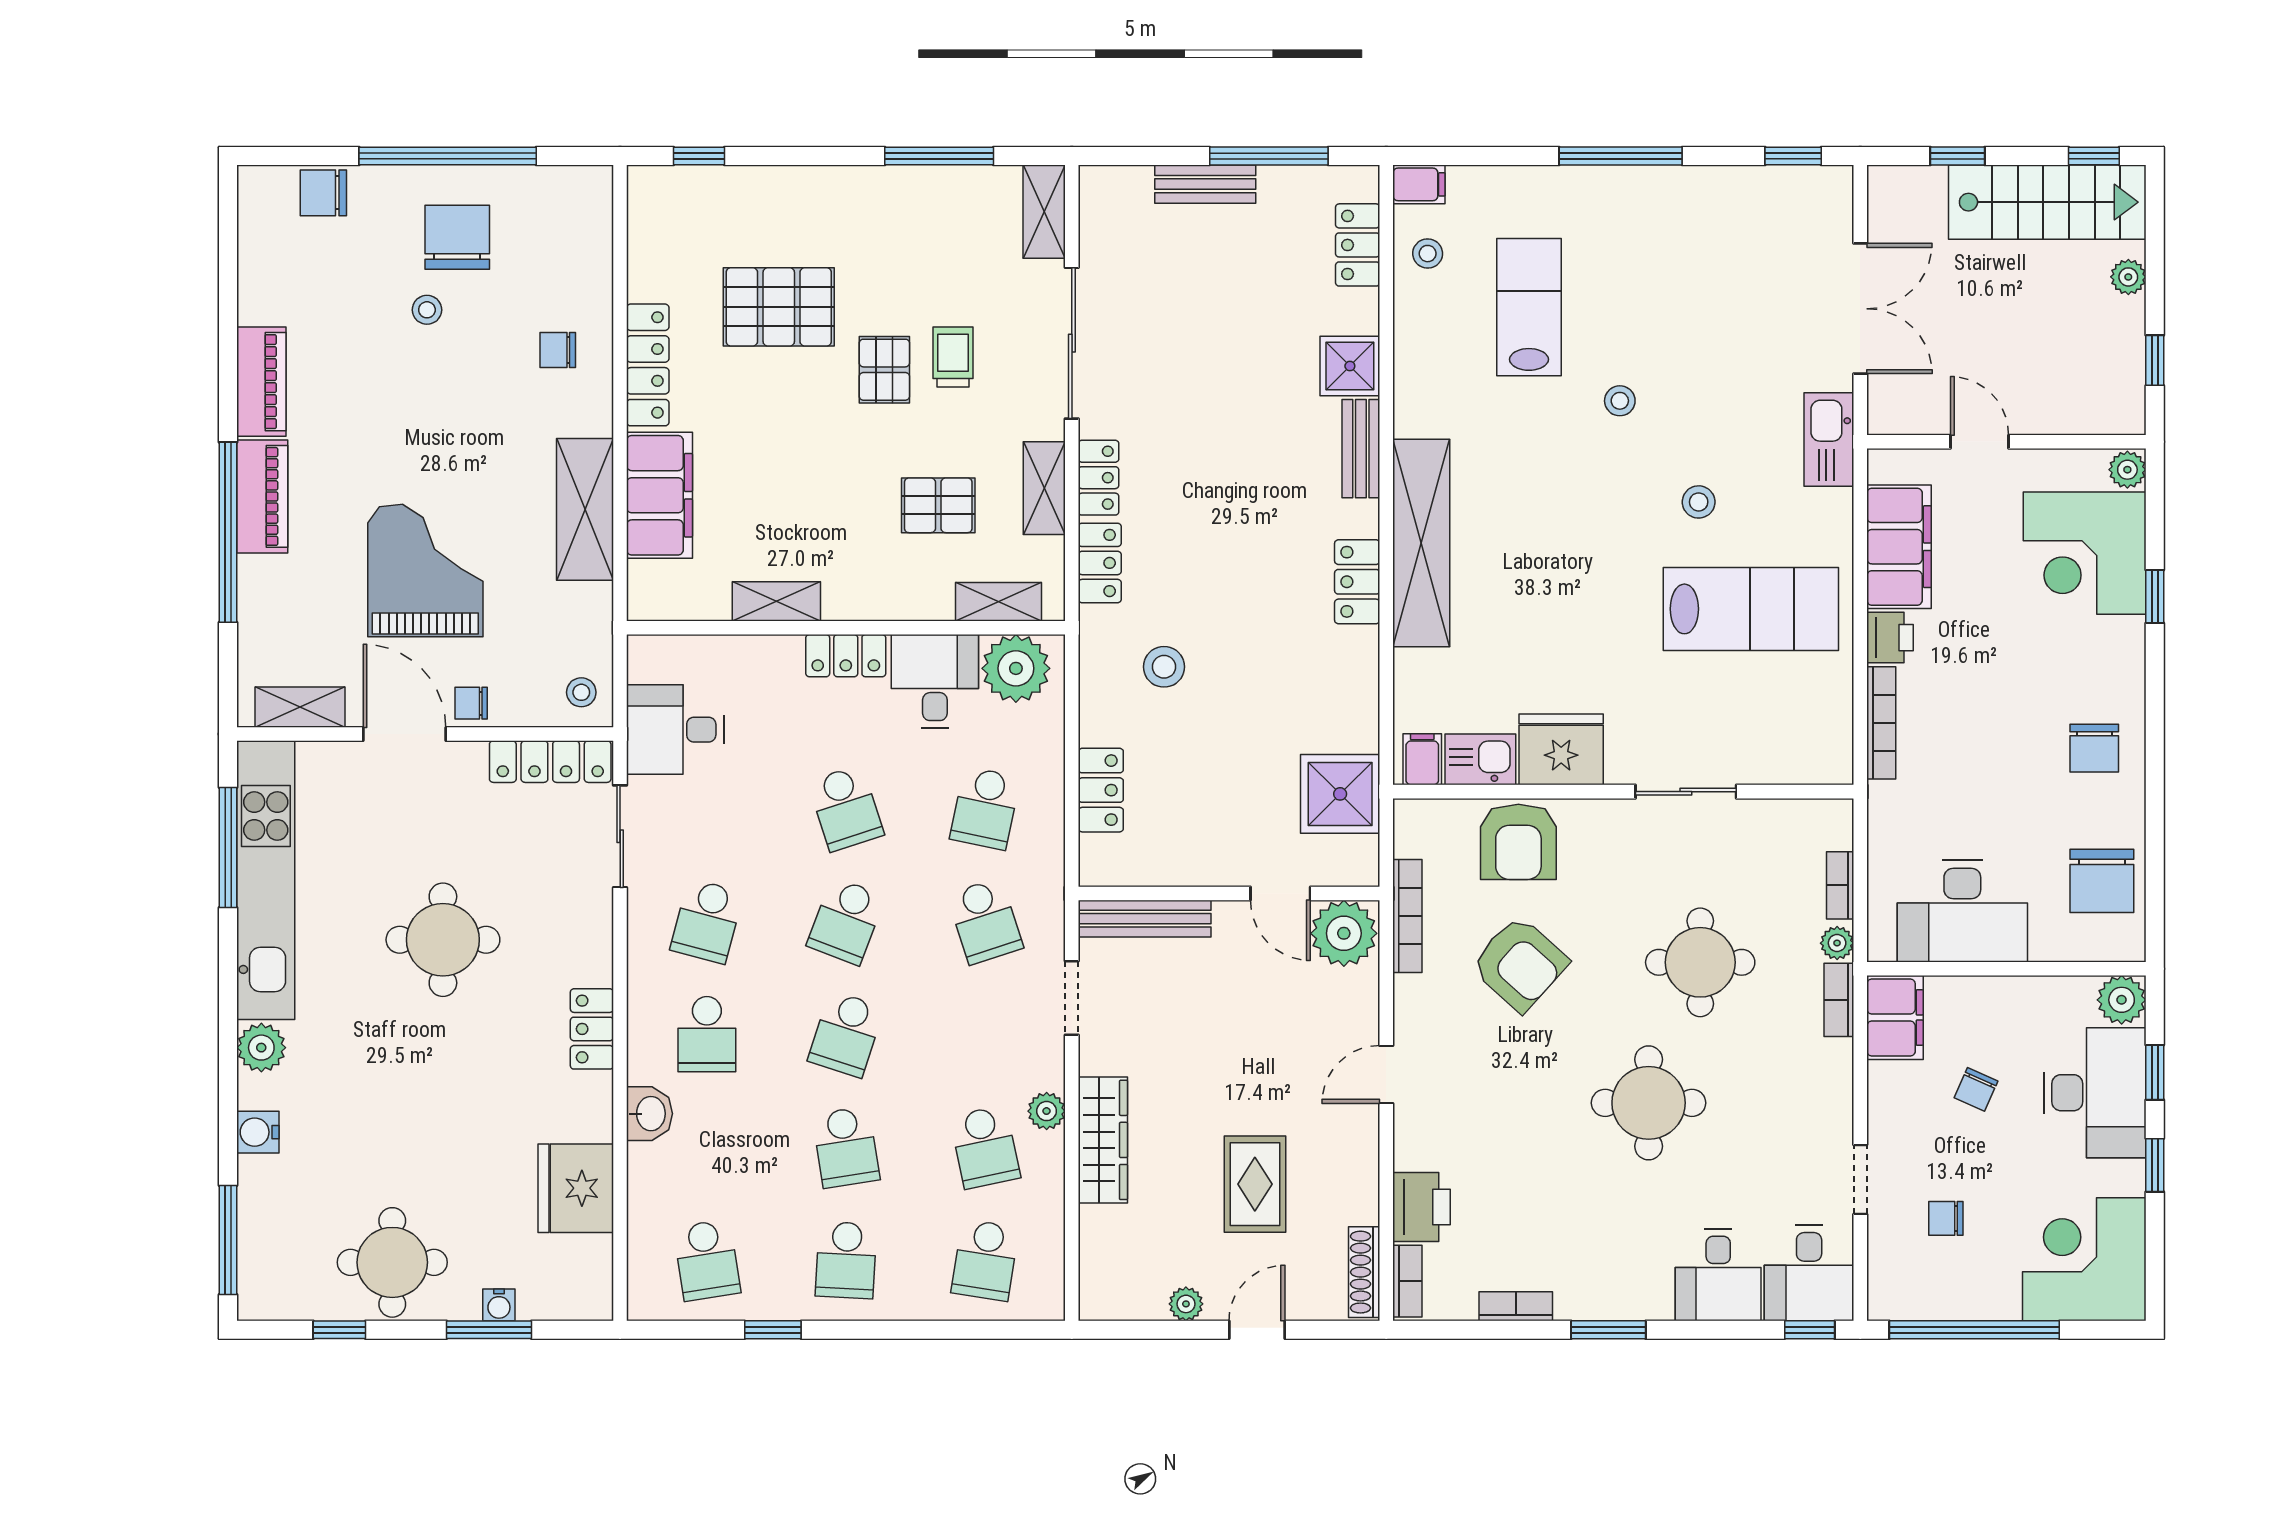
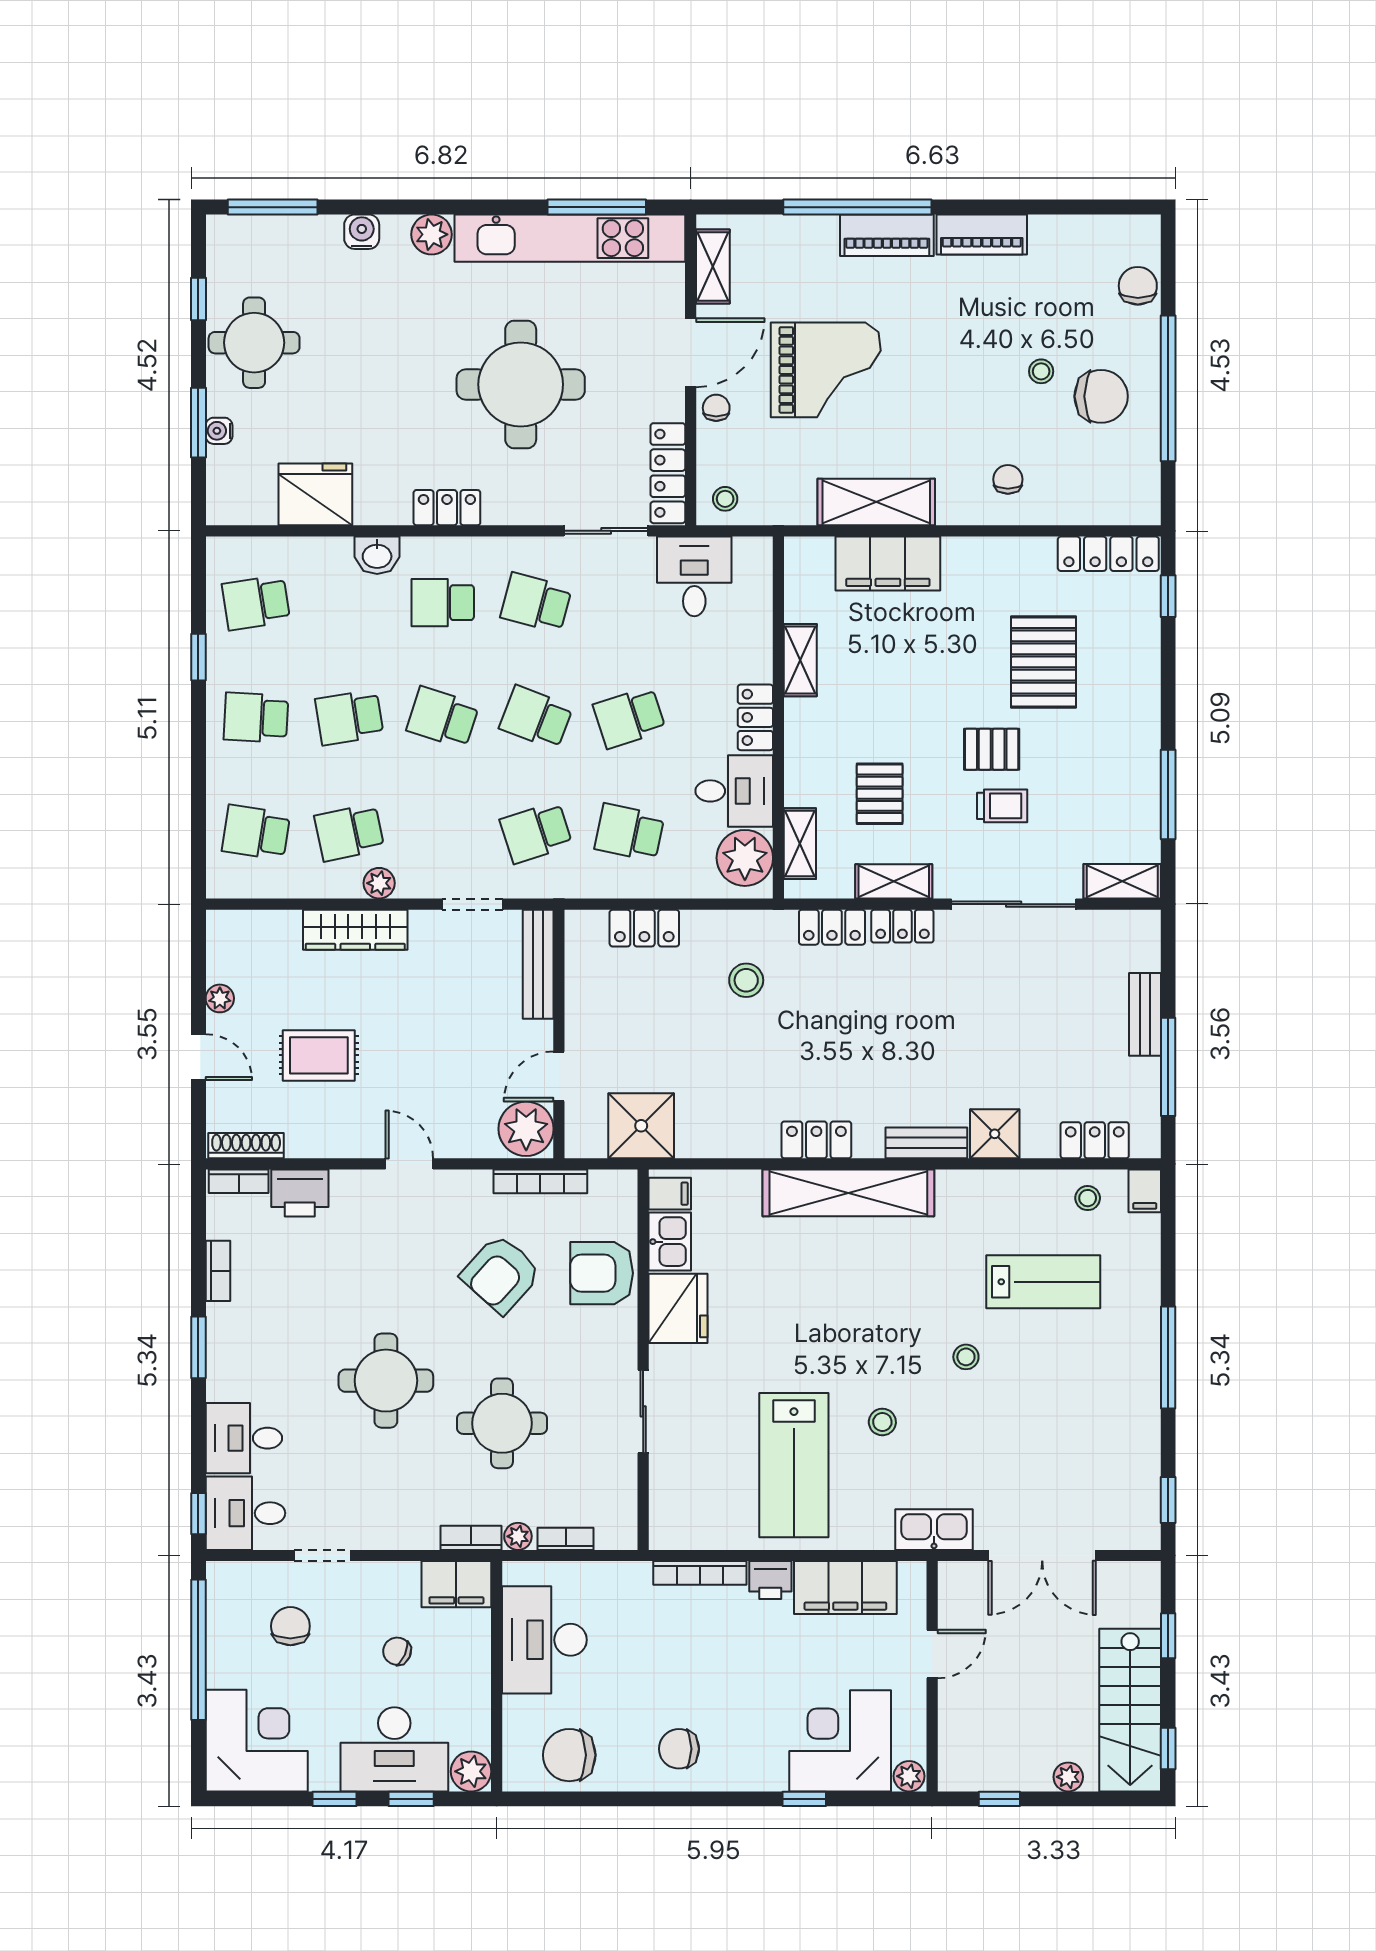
locker: (648, 365) -> (1108, 554), moved
round table: (443, 940) -> (521, 384), width x1.36, depth x1.36
chair: (1946, 1218) -> (290, 1626), width x1.37, depth x1.37

